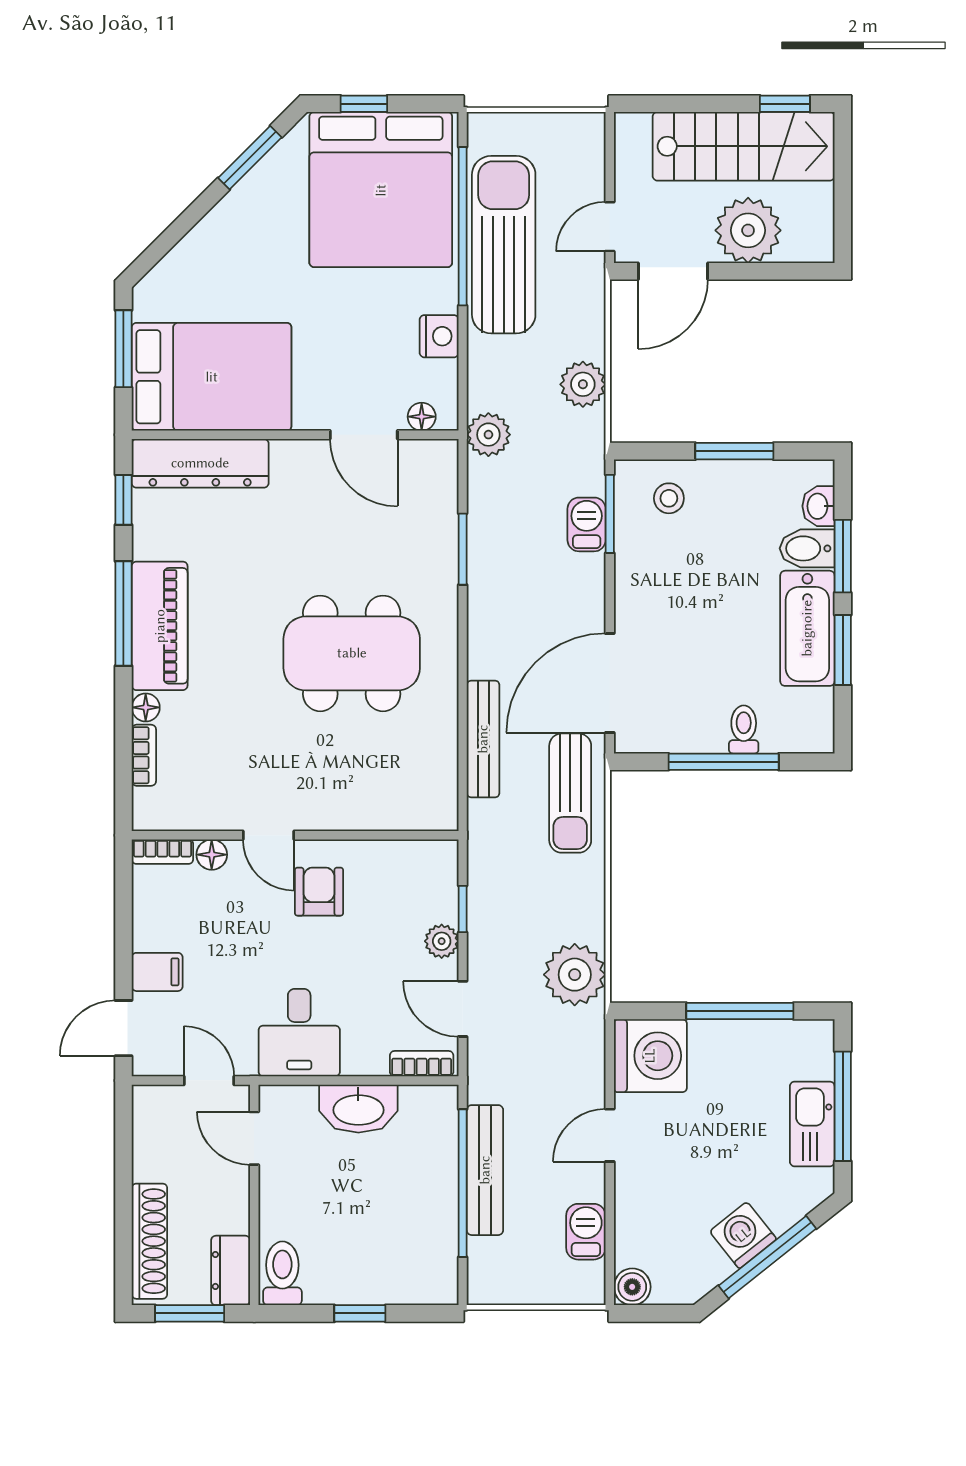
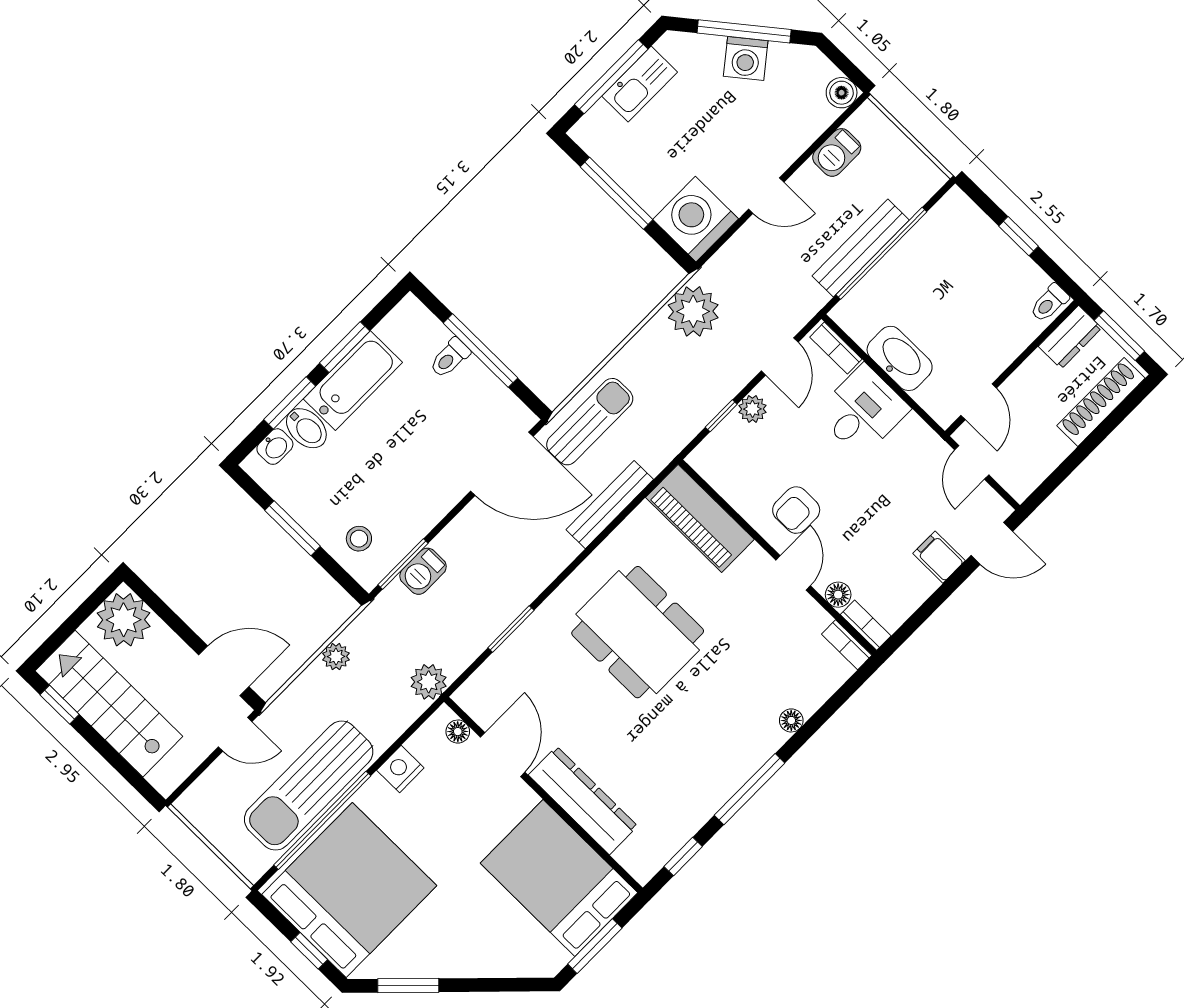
plant: (748, 230) -> (124, 620), moved
plant: (583, 384) -> (336, 657), width x0.73, depth x0.73
dresser: (200, 463) -> (583, 801), moved
piano: (160, 626) -> (700, 518), moved, turned -90
bookcase: (144, 755) -> (847, 645), moved, turned -90
desk: (299, 1033) -> (863, 411), moved
toilet: (282, 1273) -> (1049, 303), width x0.73, depth x0.72

